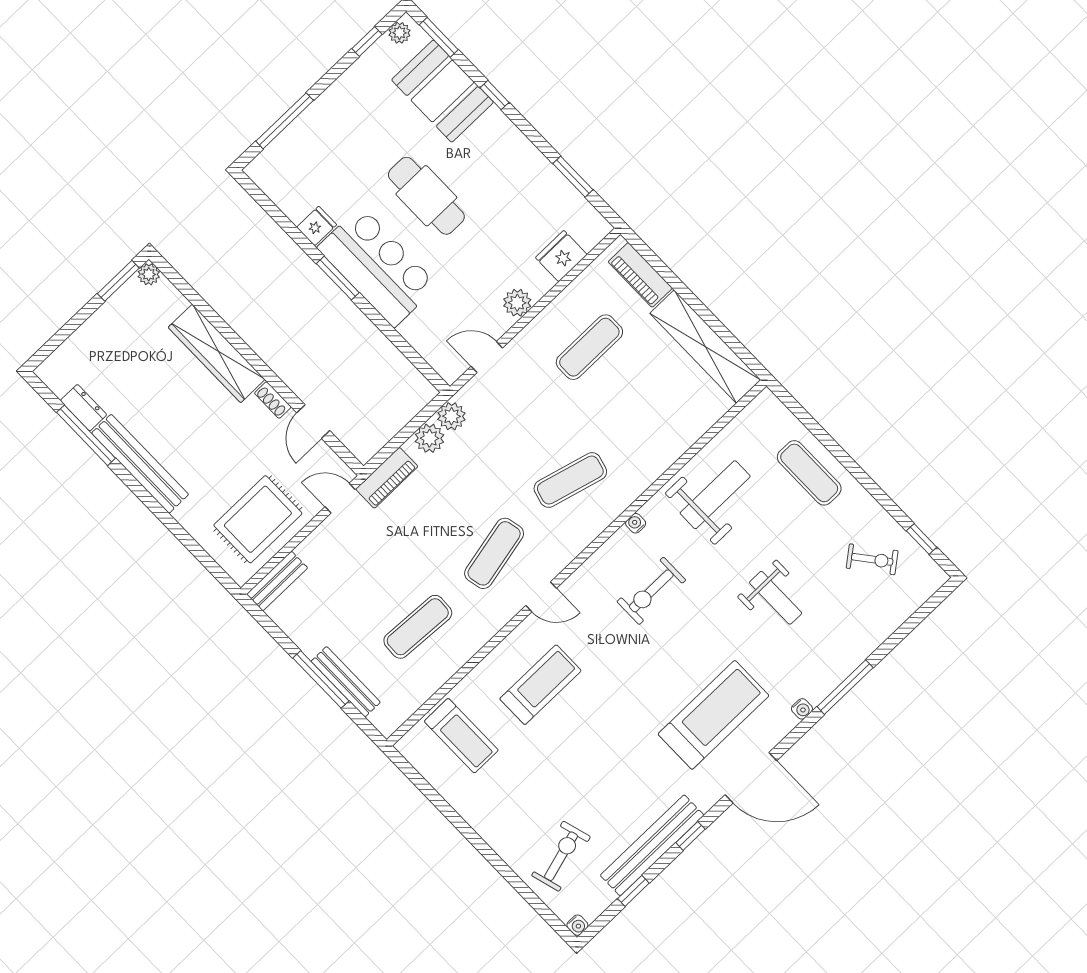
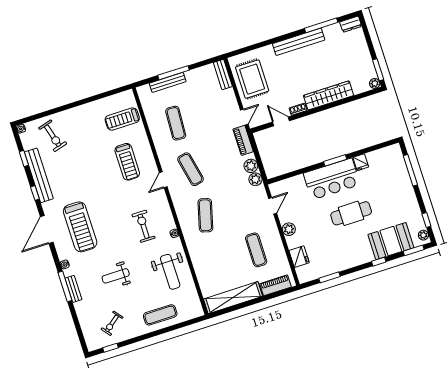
dresser: (84, 408) -> (351, 24), moved
bench: (842, 668) -> (73, 289), added

